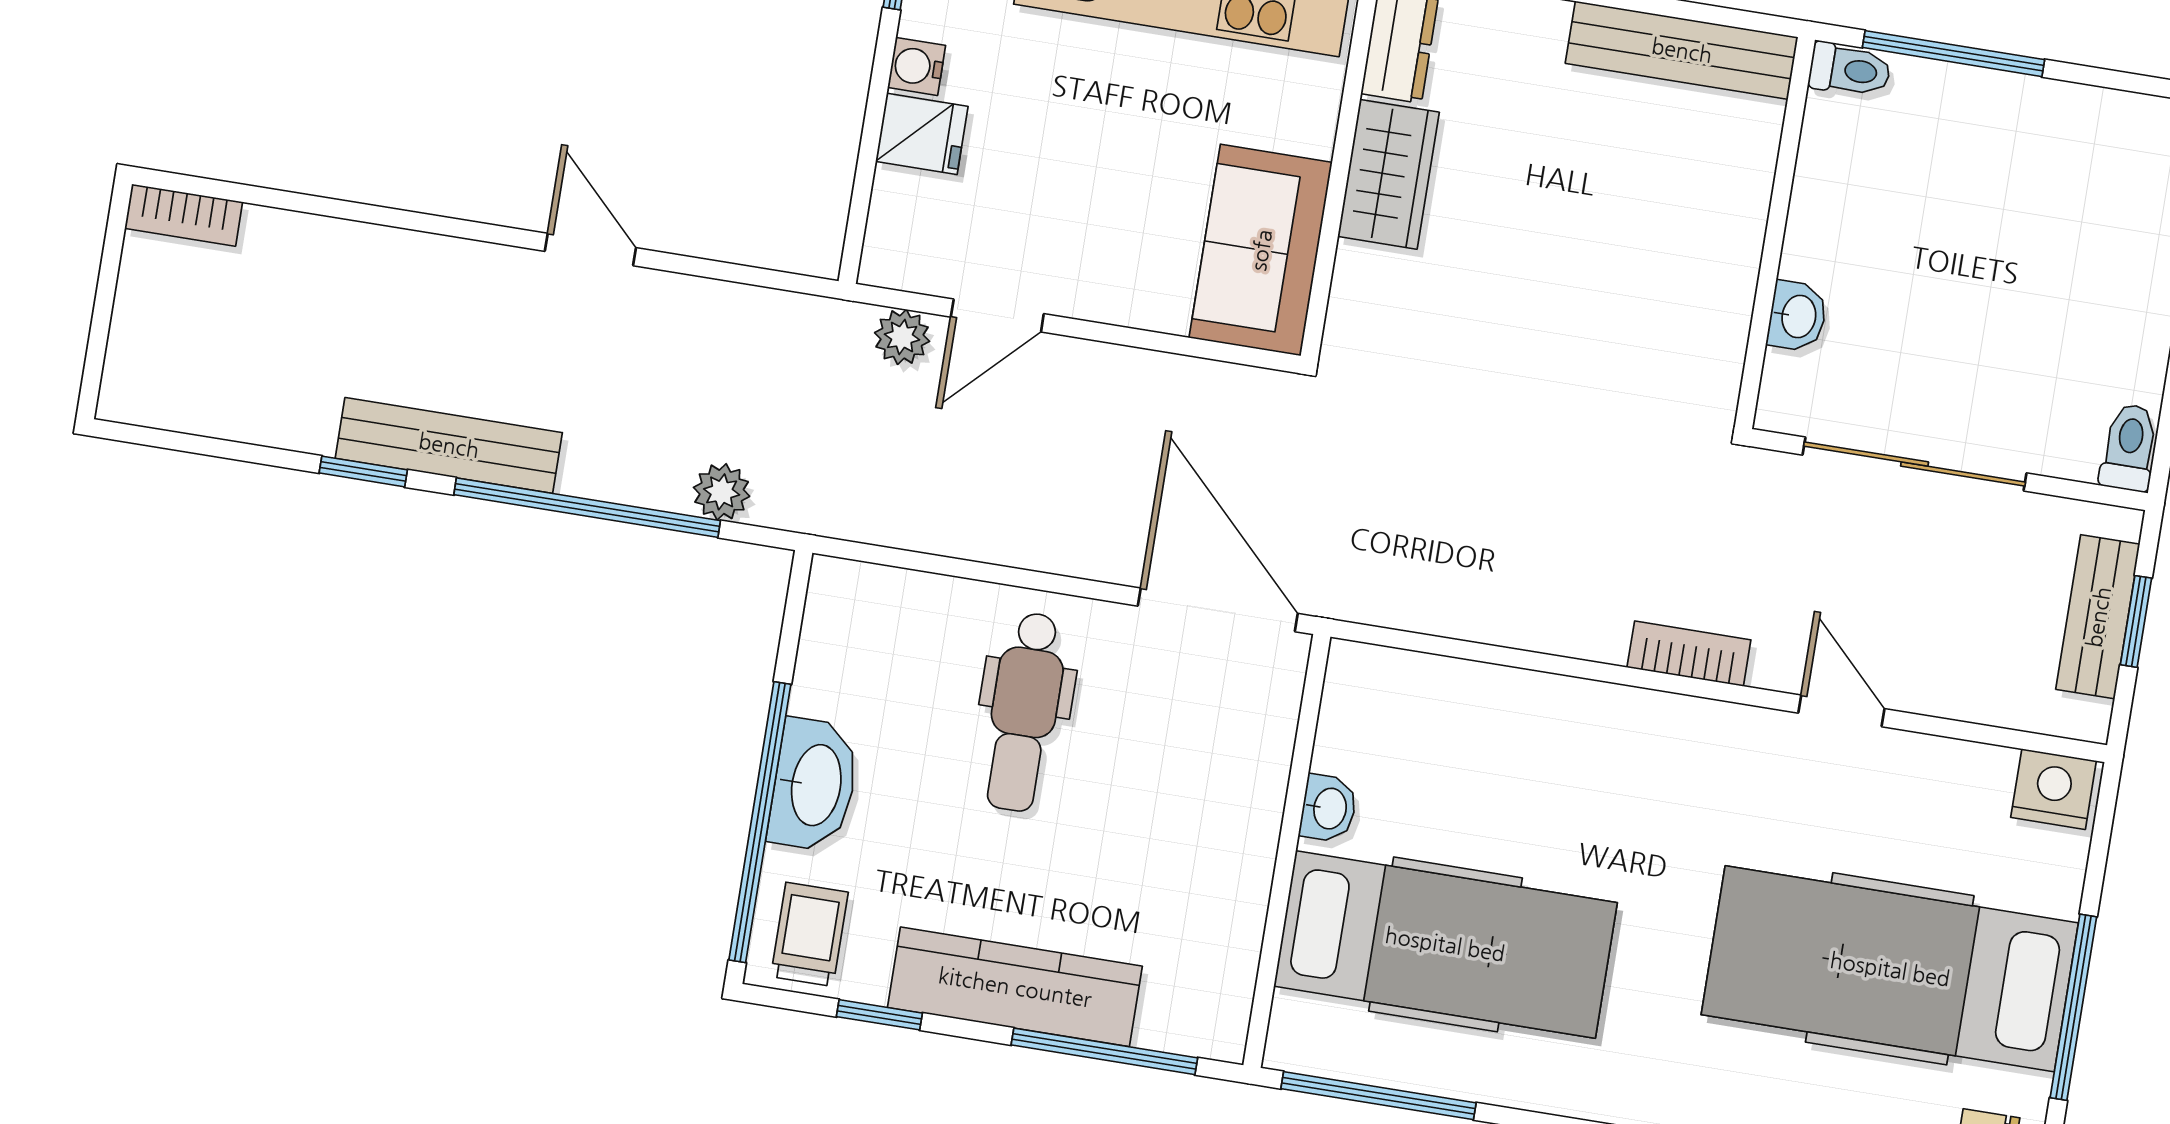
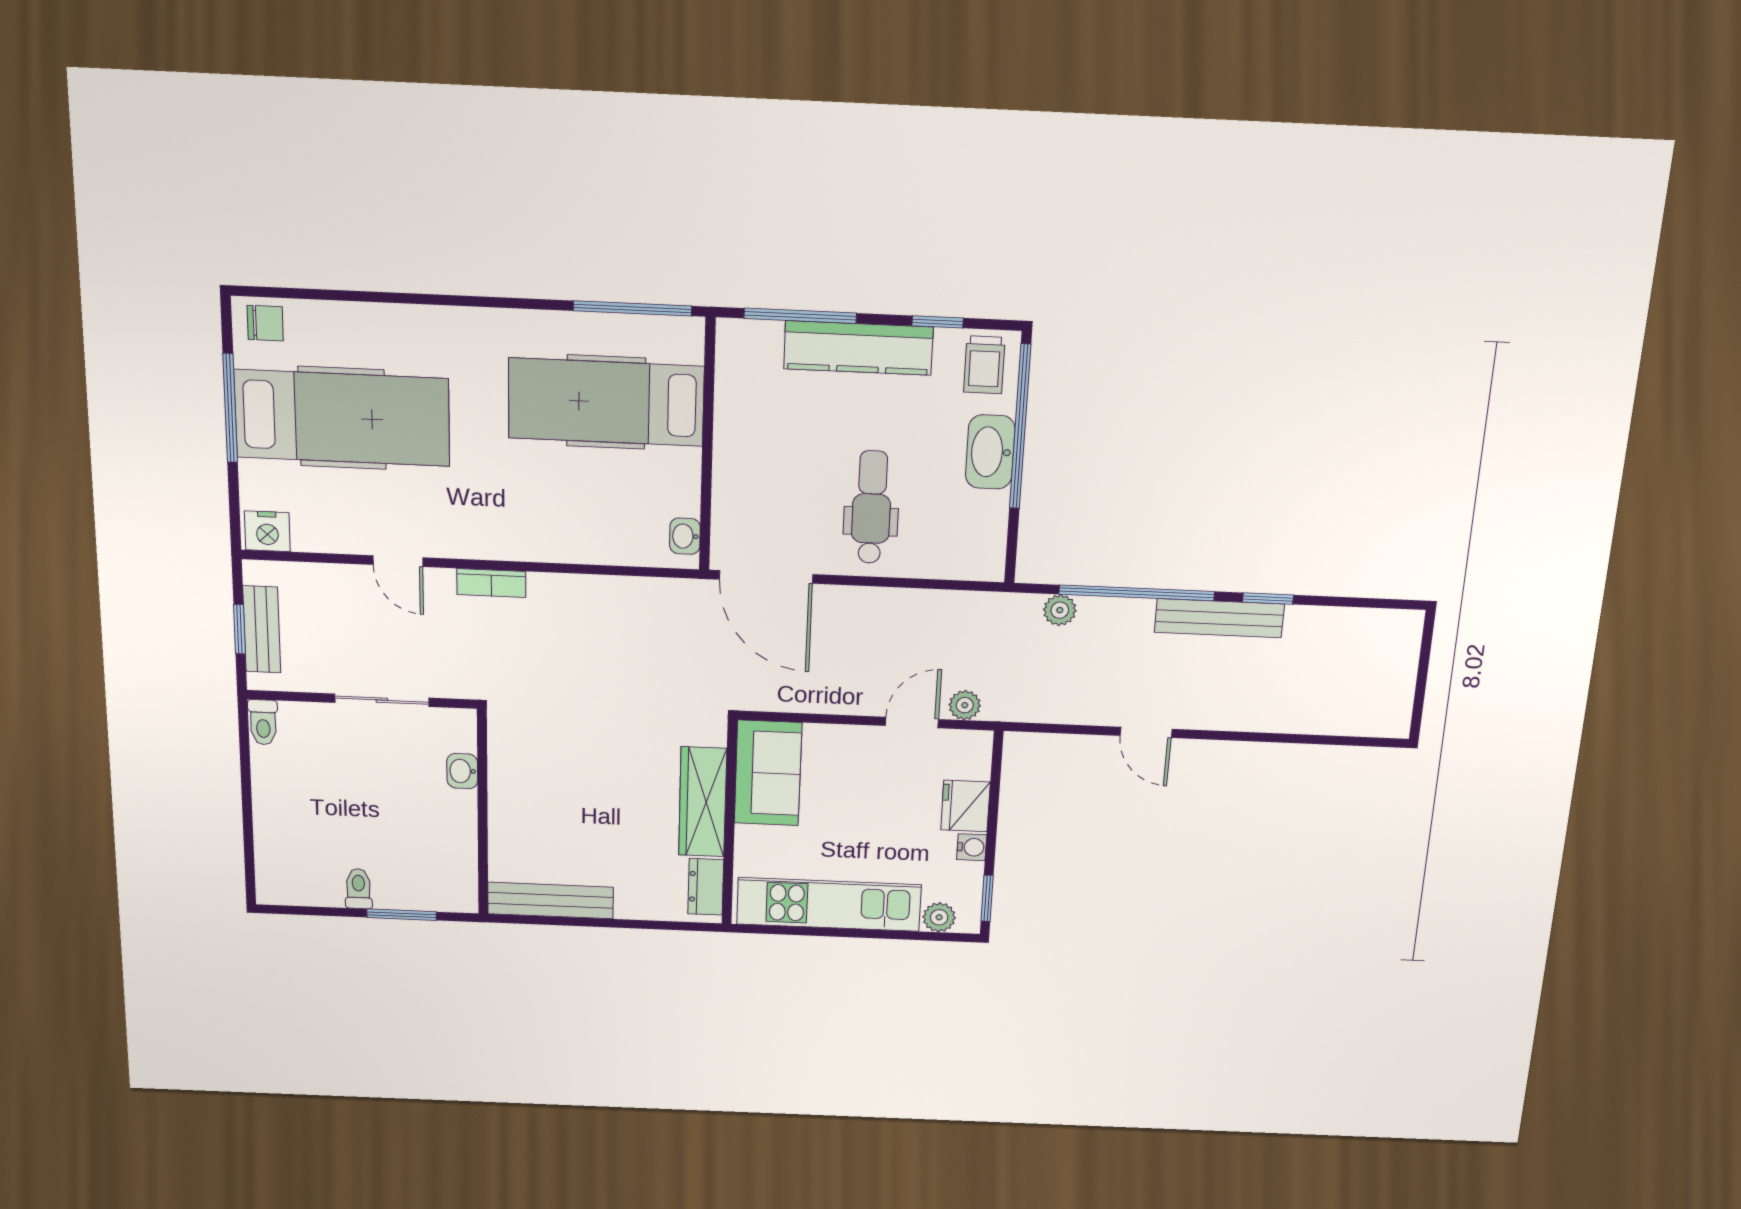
window: (1953, 54) -> (402, 915), width x0.69
toilet: (1850, 70) -> (358, 889), moved, turned 90
fridge: (922, 134) -> (966, 806), width x1.38
wardrobe: (1388, 174) -> (703, 802), width x1.50
bookcase: (184, 215) -> (1379, 726), removed
sliding door: (1915, 464) -> (382, 700), width x0.73
washbasin: (1328, 808) -> (685, 536), moved

